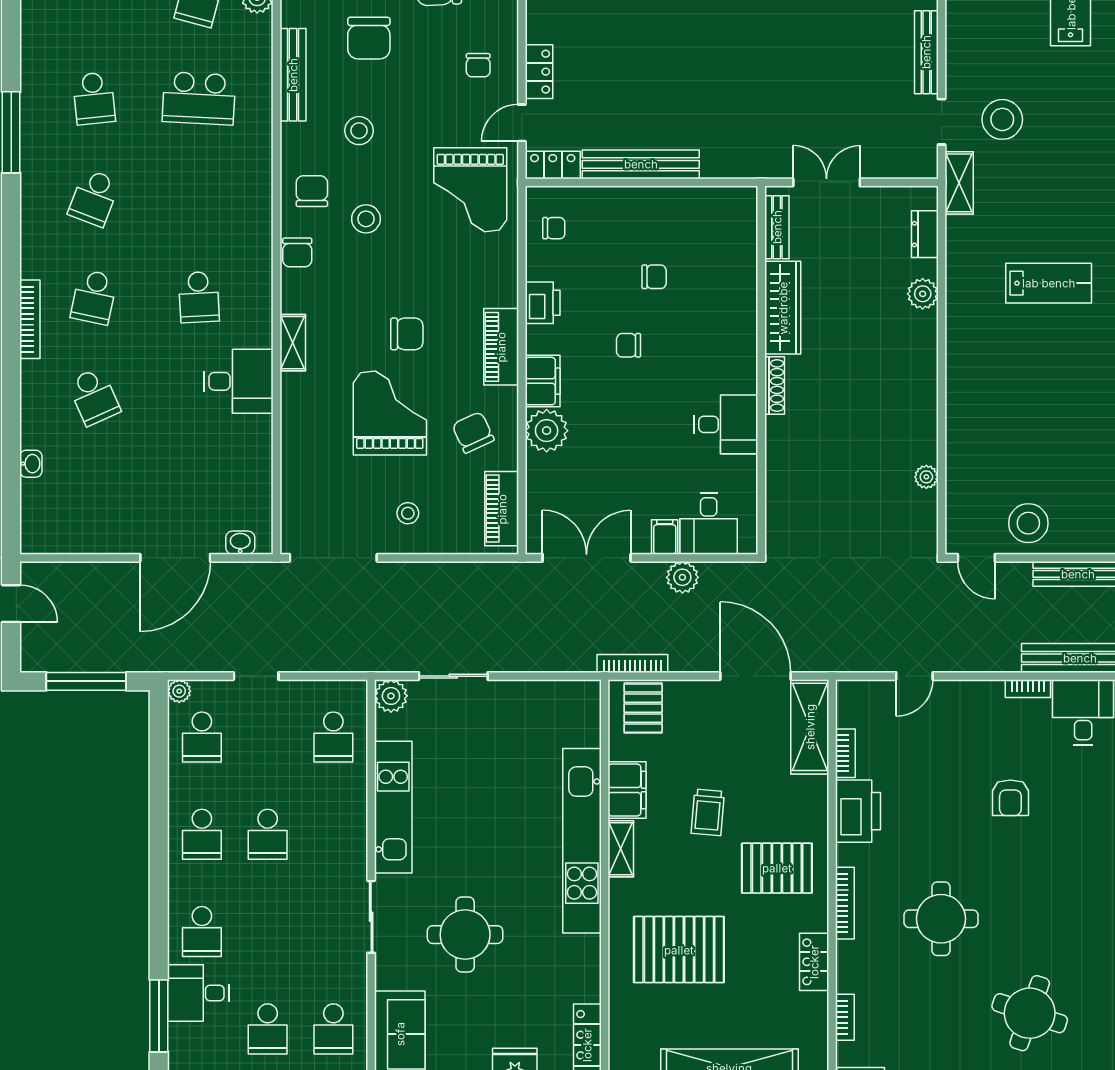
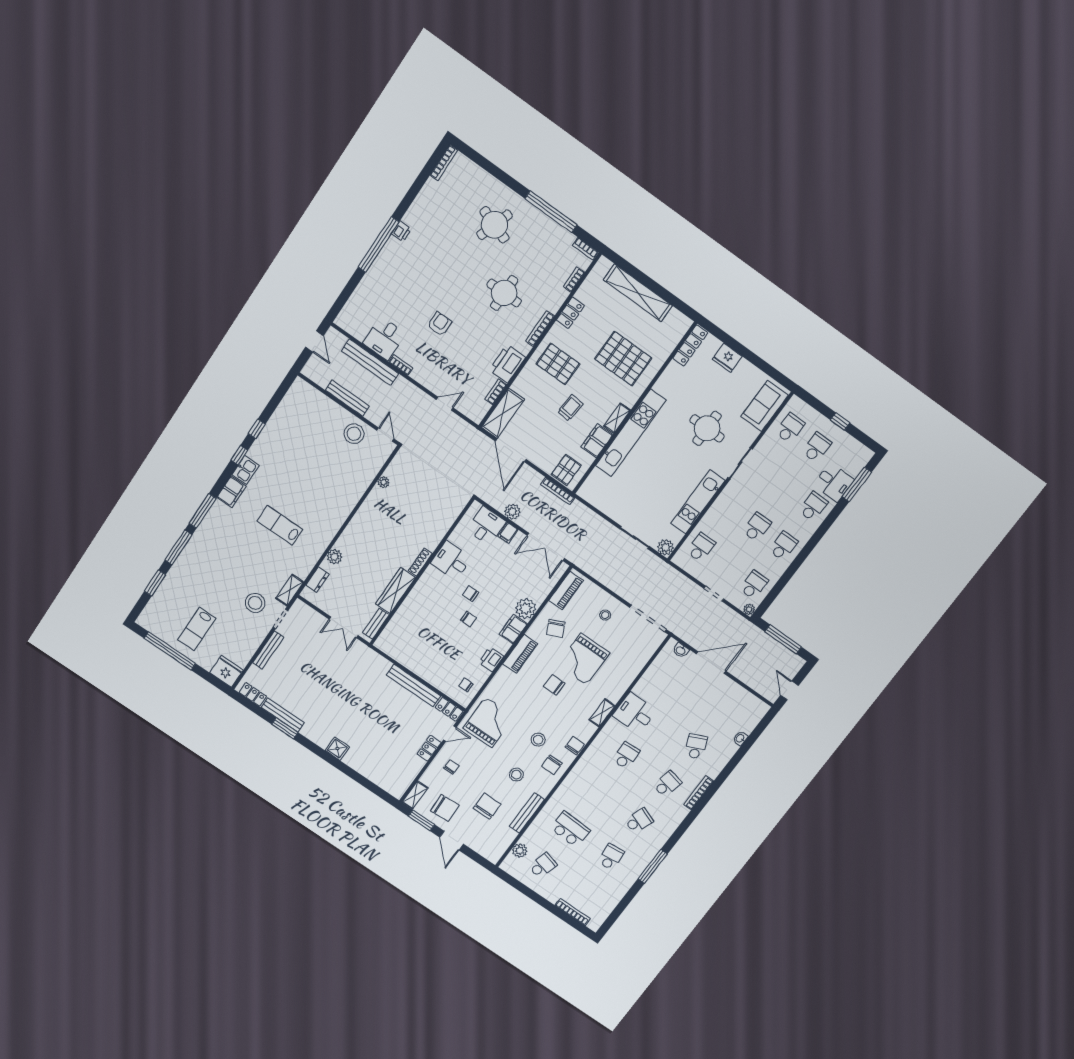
chair: (654, 277) -> (471, 594), moved

